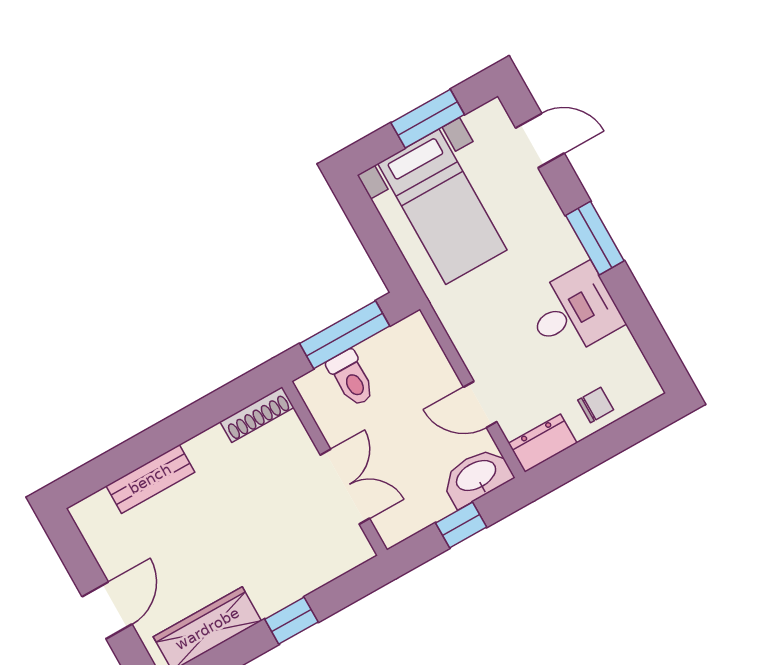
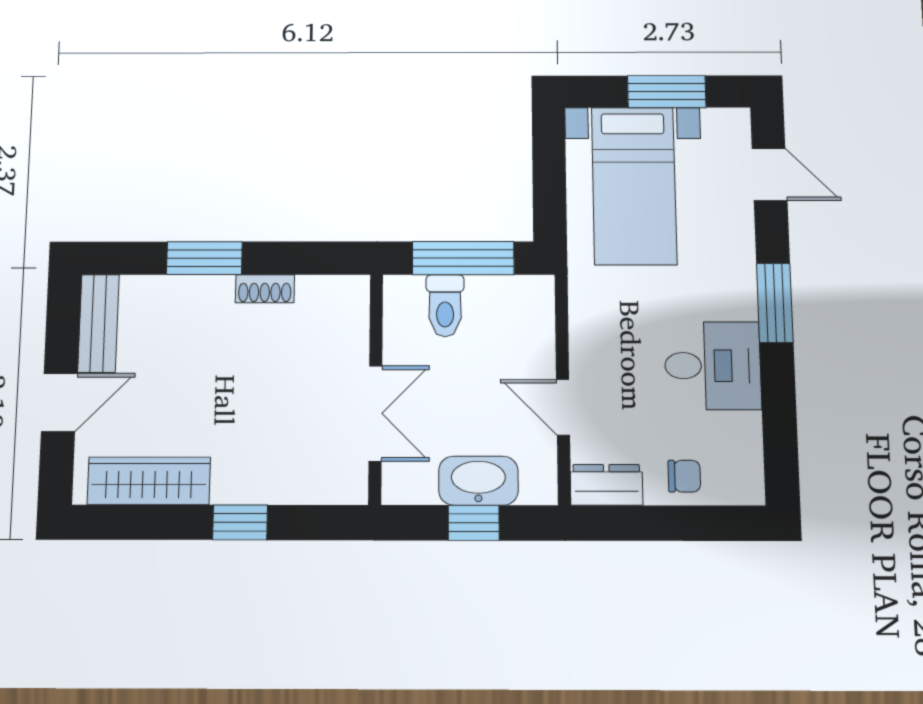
shoe rack: (257, 415) -> (265, 289), moved, width x0.70
window: (151, 444) -> (204, 258), added
washbasin: (477, 477) -> (478, 481), moved
bench: (150, 479) -> (98, 323), moved, turned 90

